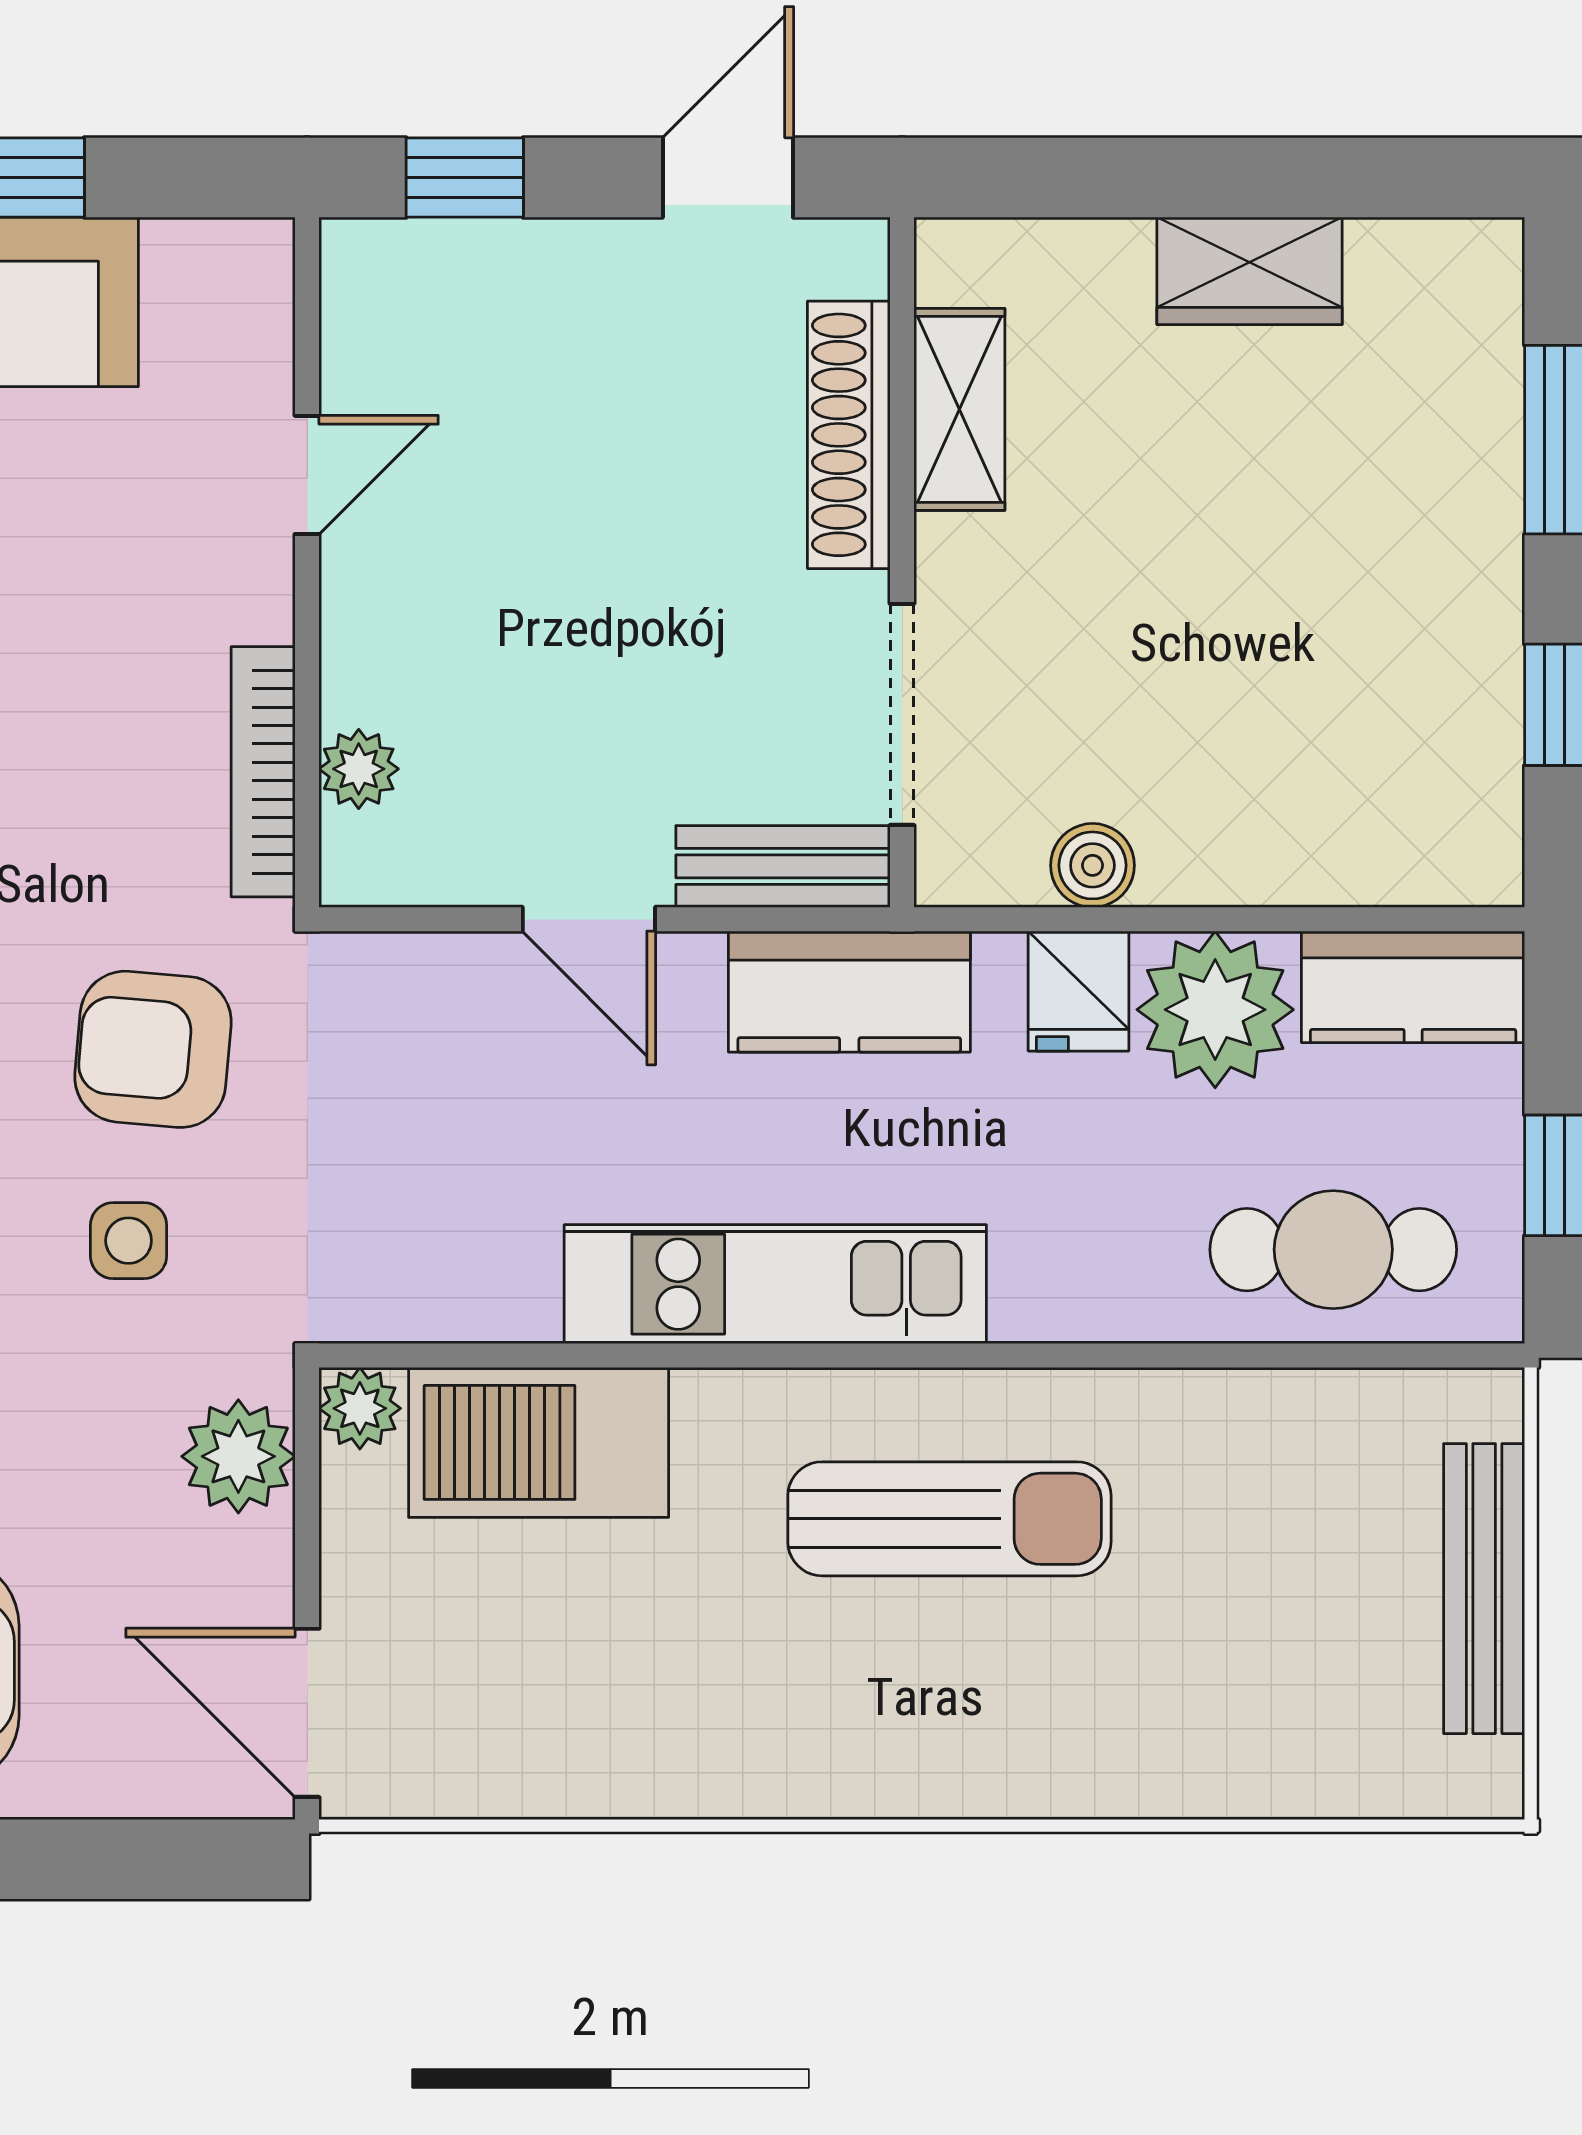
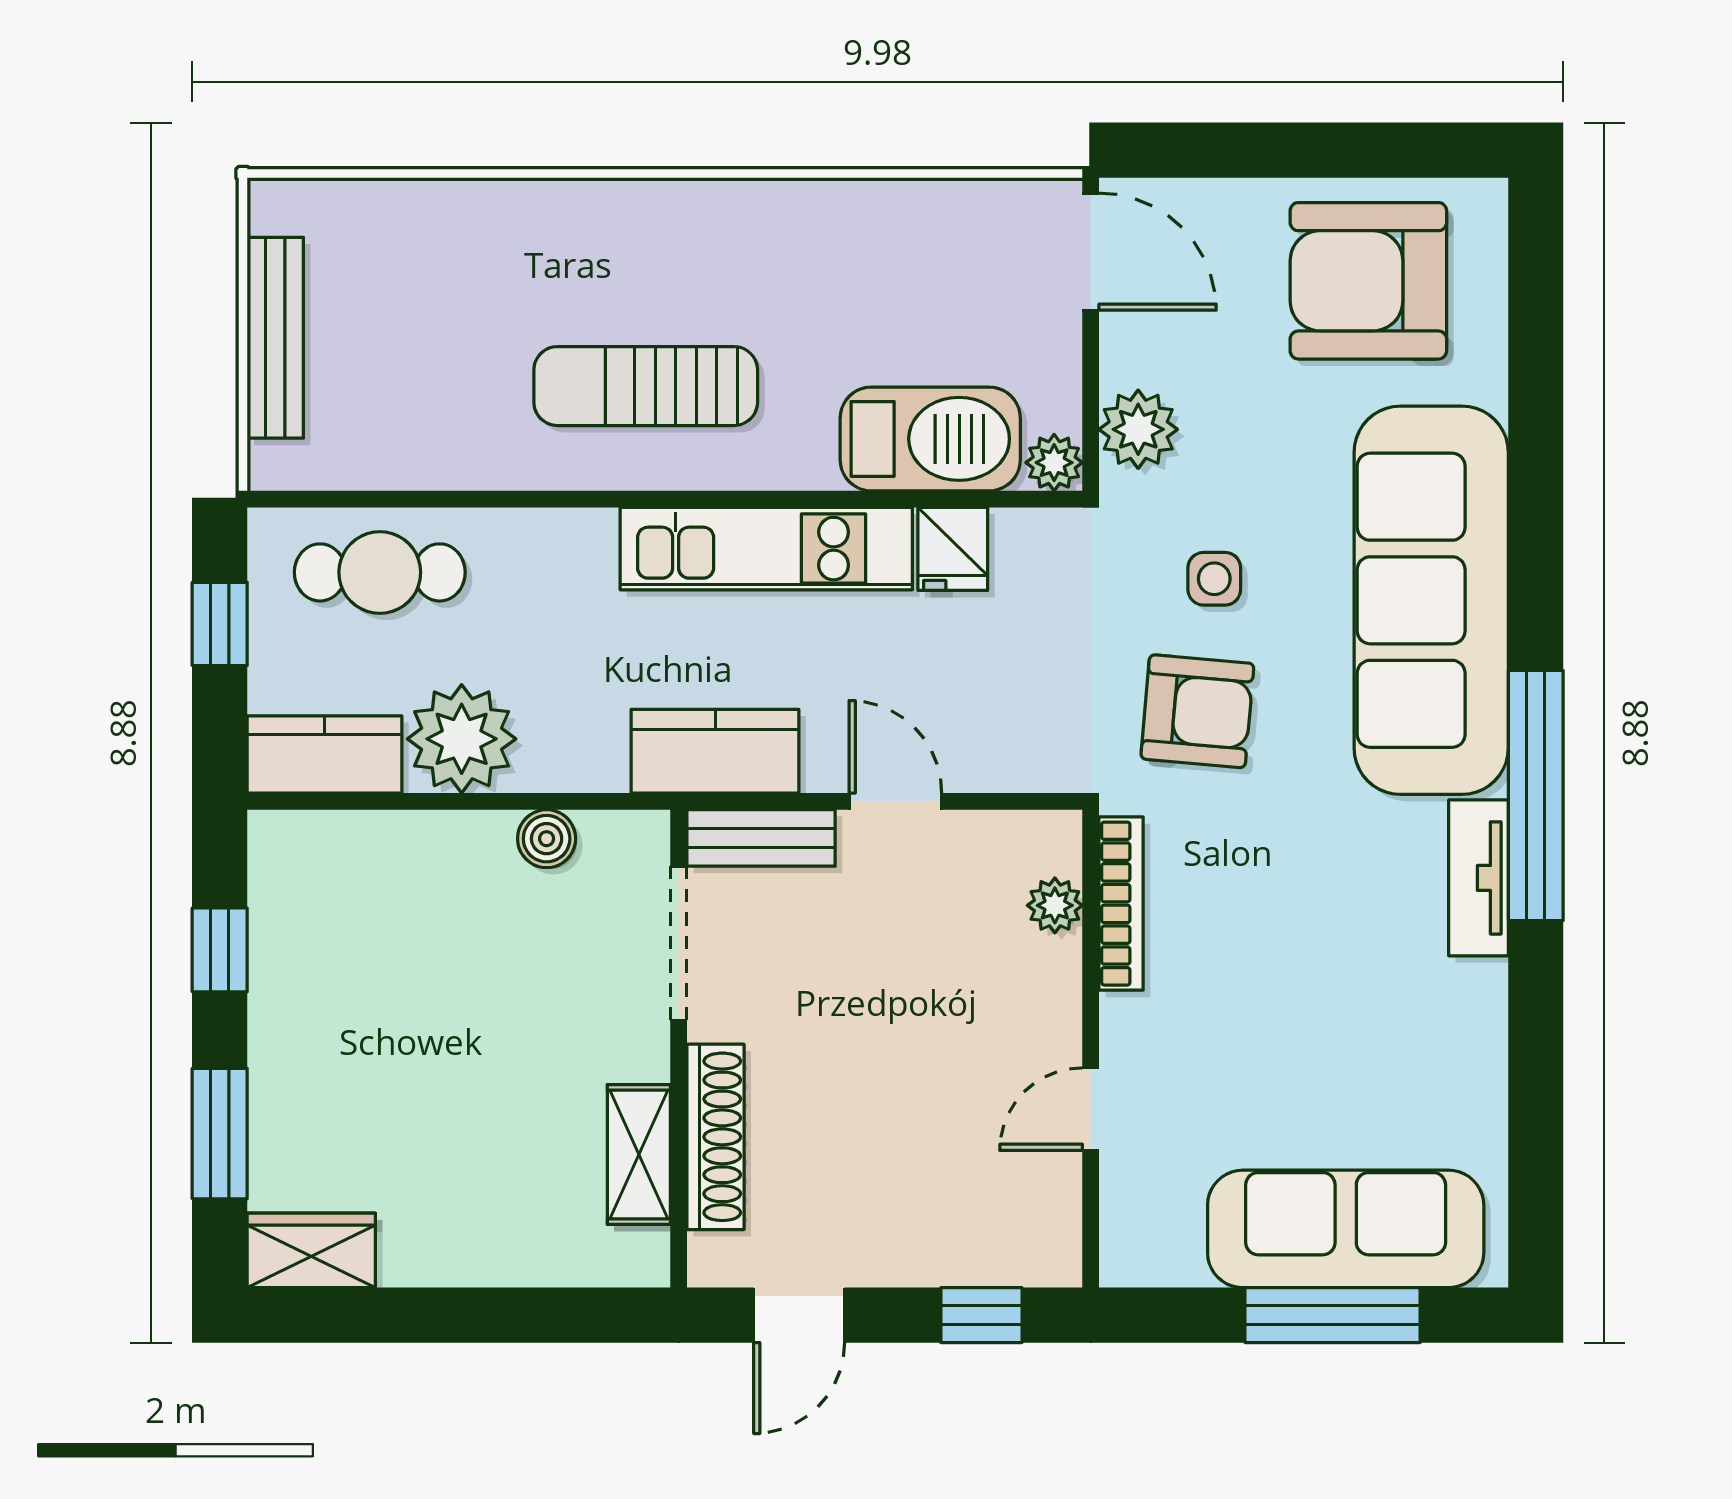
wardrobe: (1250, 271) -> (311, 1250), moved
fridge: (1079, 991) -> (953, 549), moved, turned 180

